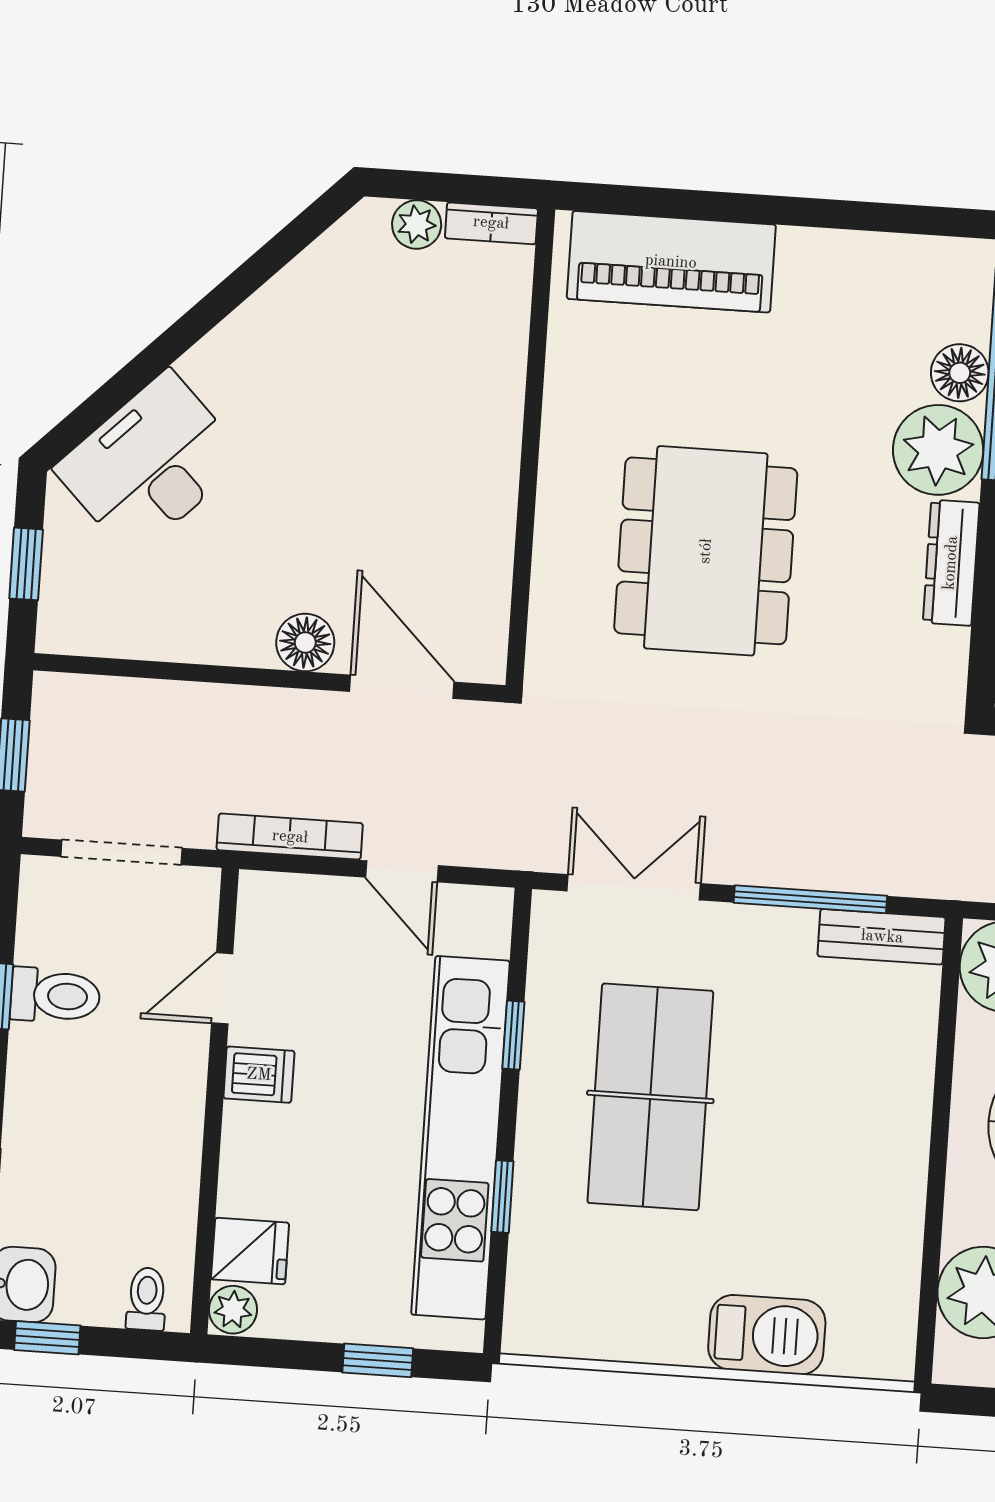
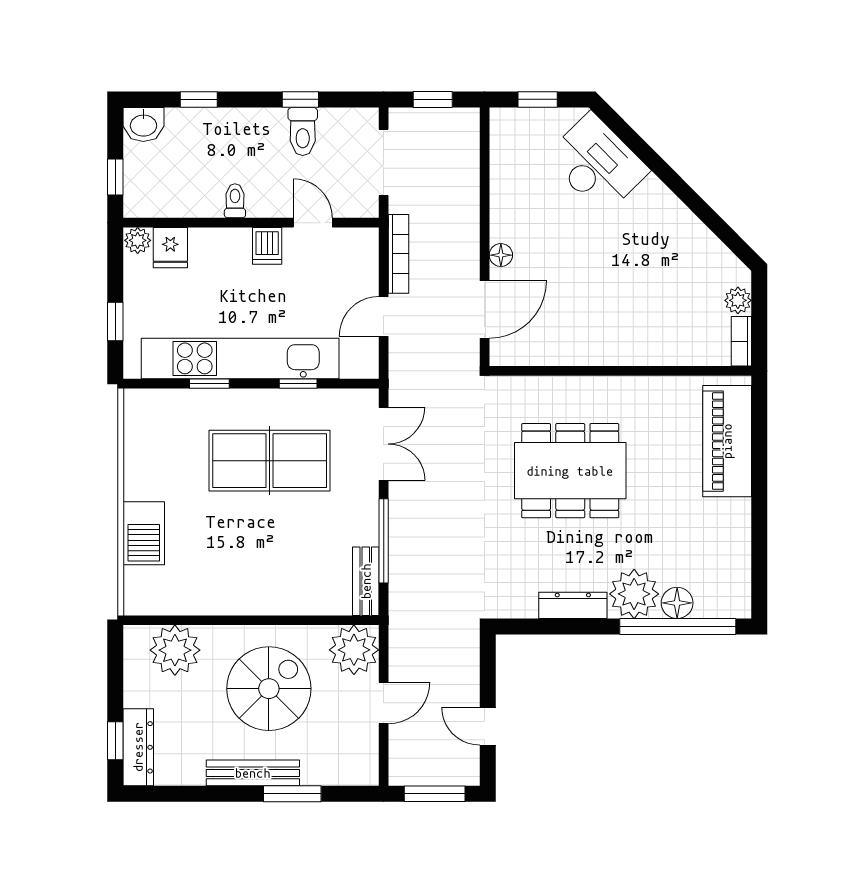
floor lamp: (305, 642) -> (501, 255), width x0.73, depth x0.73
toilet: (147, 1299) -> (235, 201), moved, turned -90
window: (47, 1338) -> (115, 177), moved

